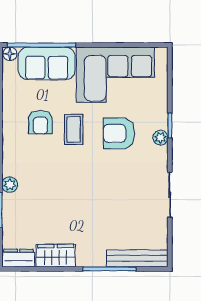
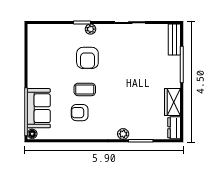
corner sofa: (115, 75) -> (47, 60), removed
armchair: (40, 122) -> (80, 113), turned 180
bench: (137, 258) -> (174, 40), width x0.73

